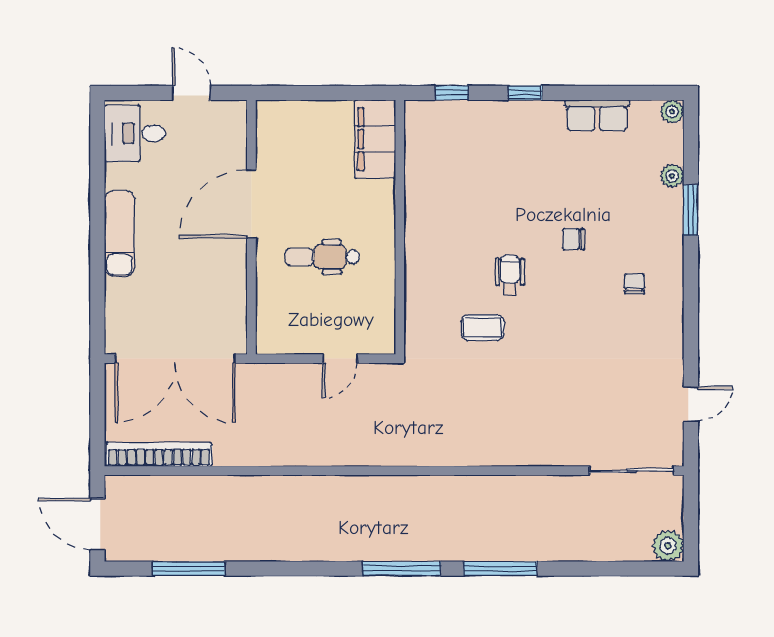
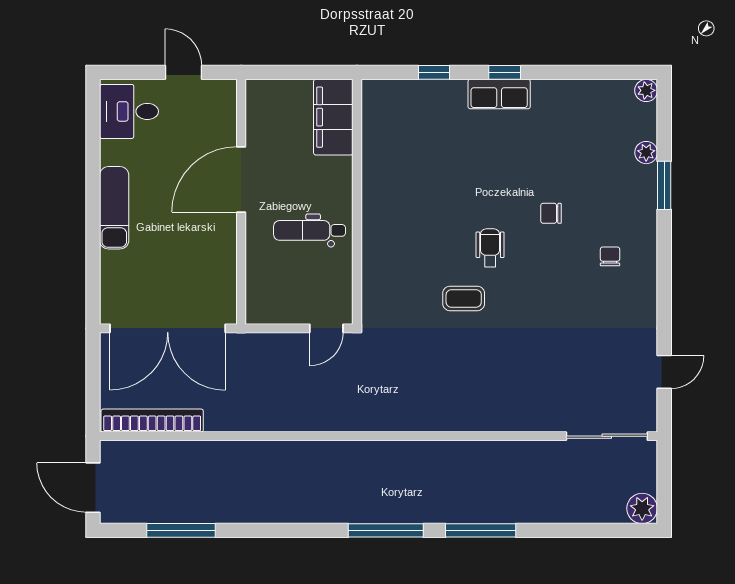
row of seats: (597, 115) -> (499, 94), moved
filing cabinet: (375, 139) -> (333, 117), moved
wall: (400, 227) -> (357, 202), moved

